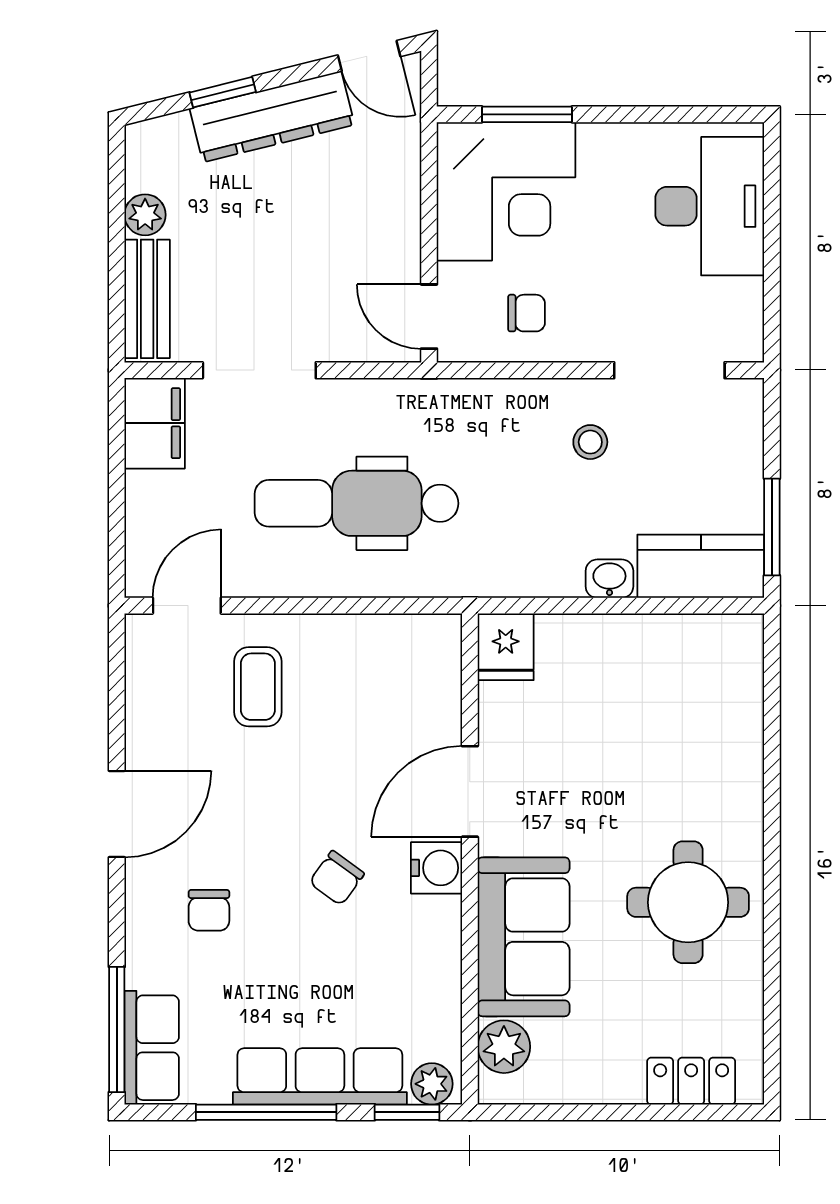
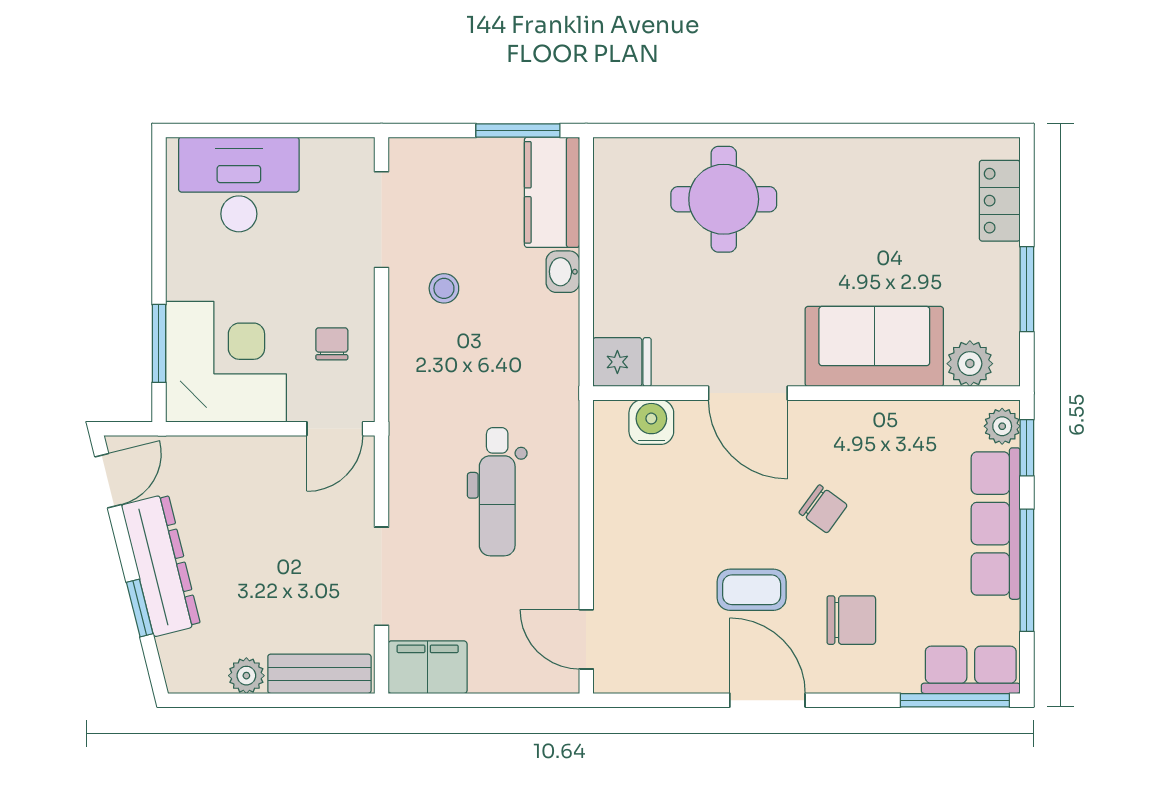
dental chair: (356, 503) -> (497, 492), width x0.73, depth x0.72
coffee table: (258, 687) -> (752, 590), moved
water cooler: (437, 868) -> (651, 422), moved
round table: (688, 902) -> (724, 199), moved
chair: (209, 910) -> (851, 620), width x1.37, depth x1.37
window: (589, 1112) -> (1027, 289), added

